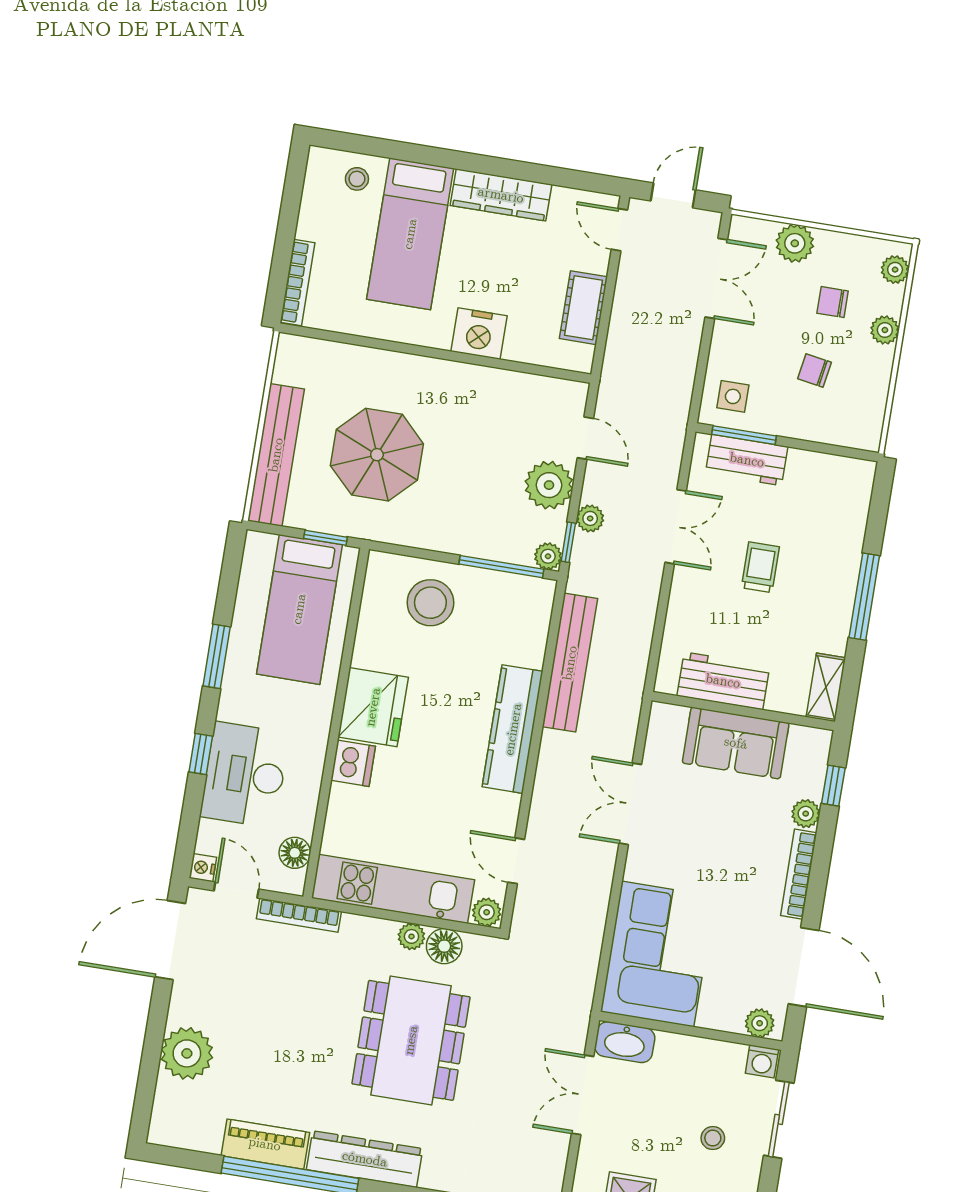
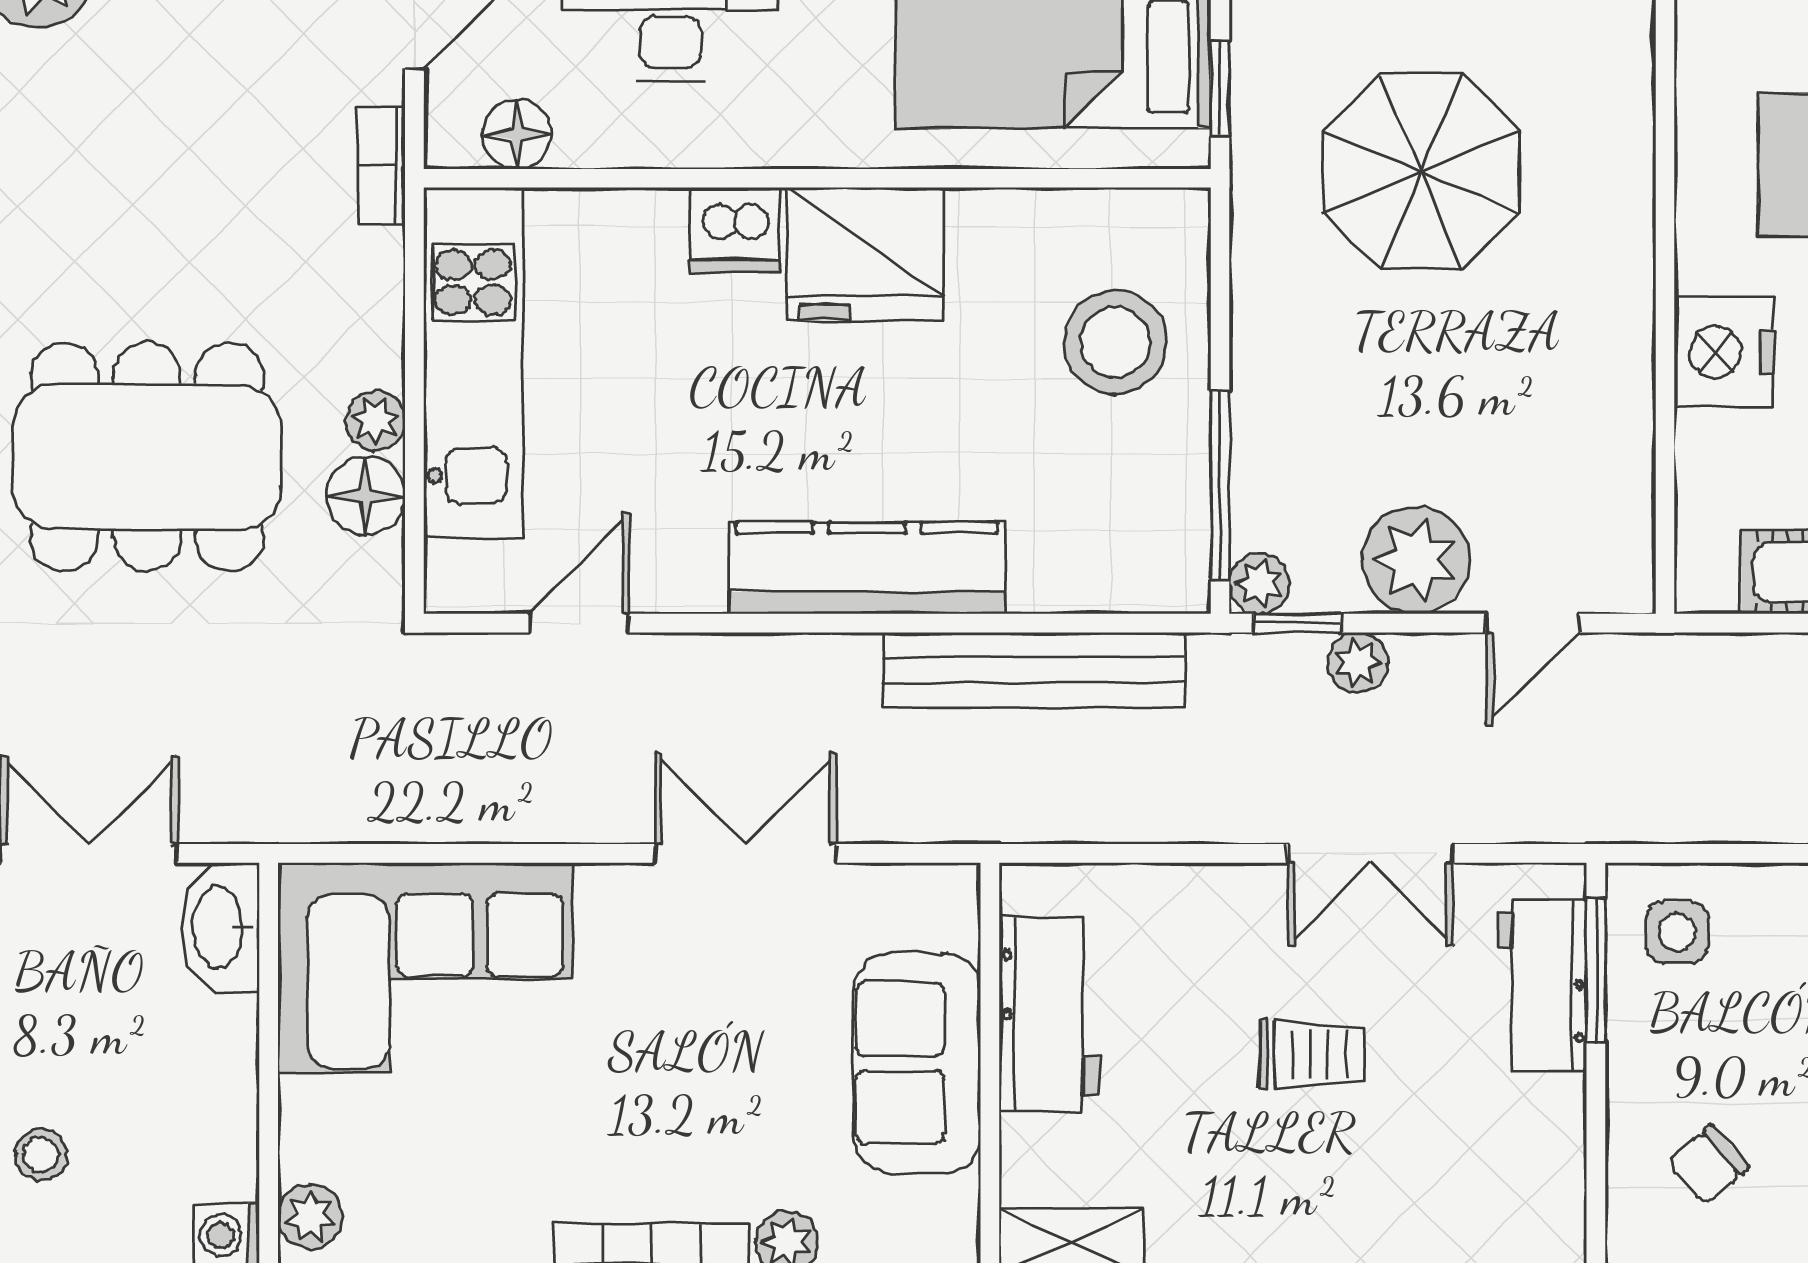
chair: (815, 370) -> (1708, 1165), moved, turned -140
plant: (487, 912) -> (456, 577), removed
bookcase: (299, 915) -> (382, 166), width x0.64

